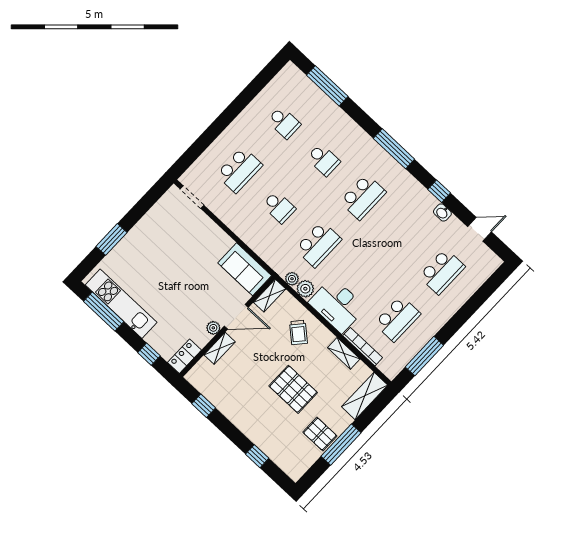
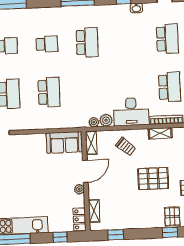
school desk: (279, 207) -> (49, 92), width x1.85
school desk: (318, 244) -> (89, 90), removed
shelving: (220, 348) -> (94, 211), moved
pallet: (274, 443) -> (172, 217), added

